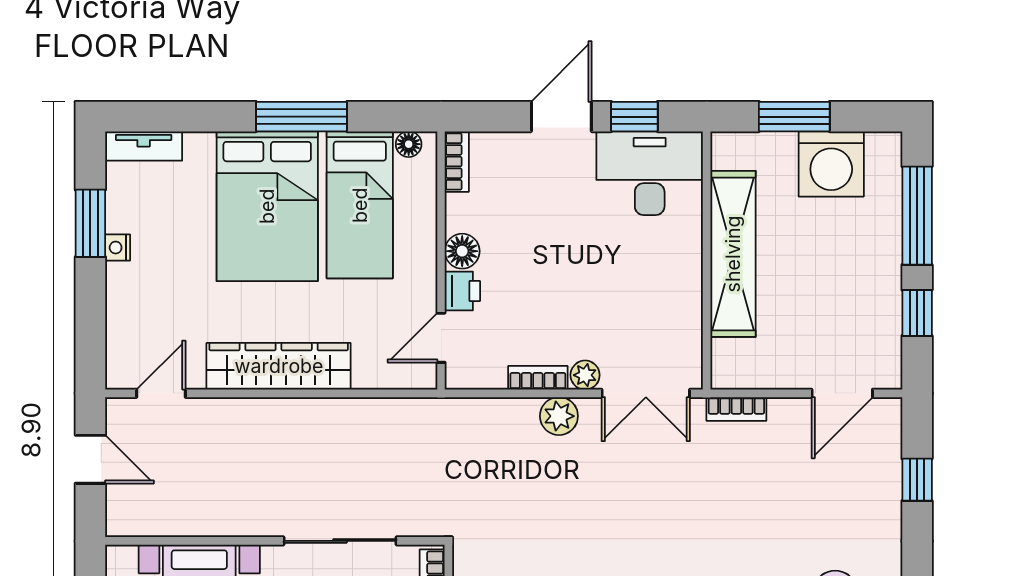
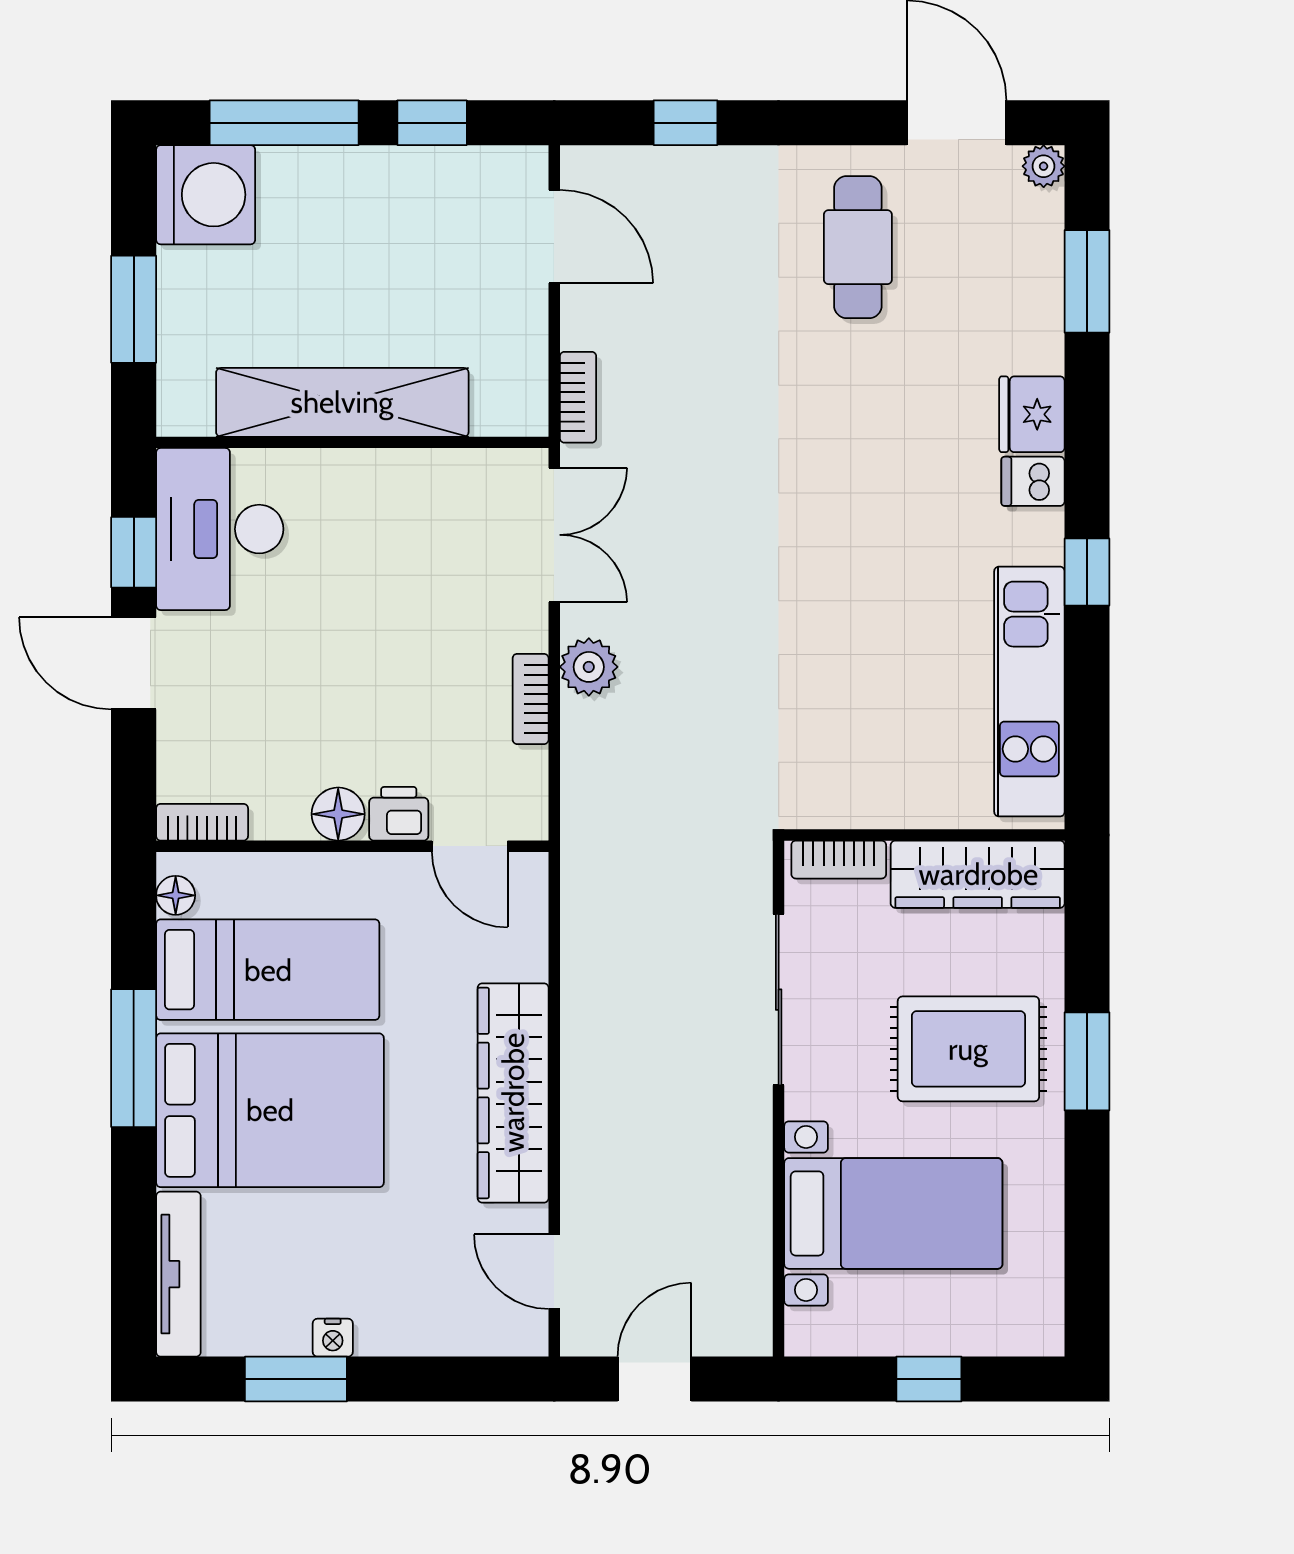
tv unit: (144, 146) -> (178, 1274), width x1.41
washing machine: (831, 164) -> (206, 195), moved
plant: (585, 375) -> (527, 627), removed

